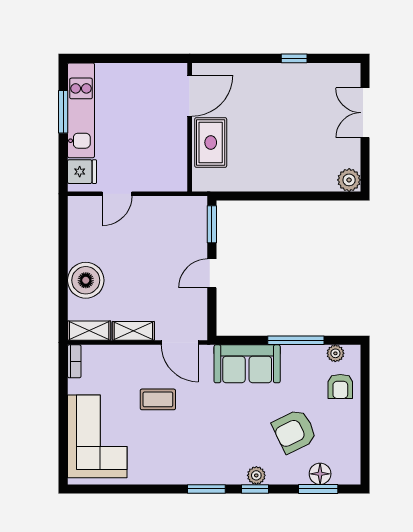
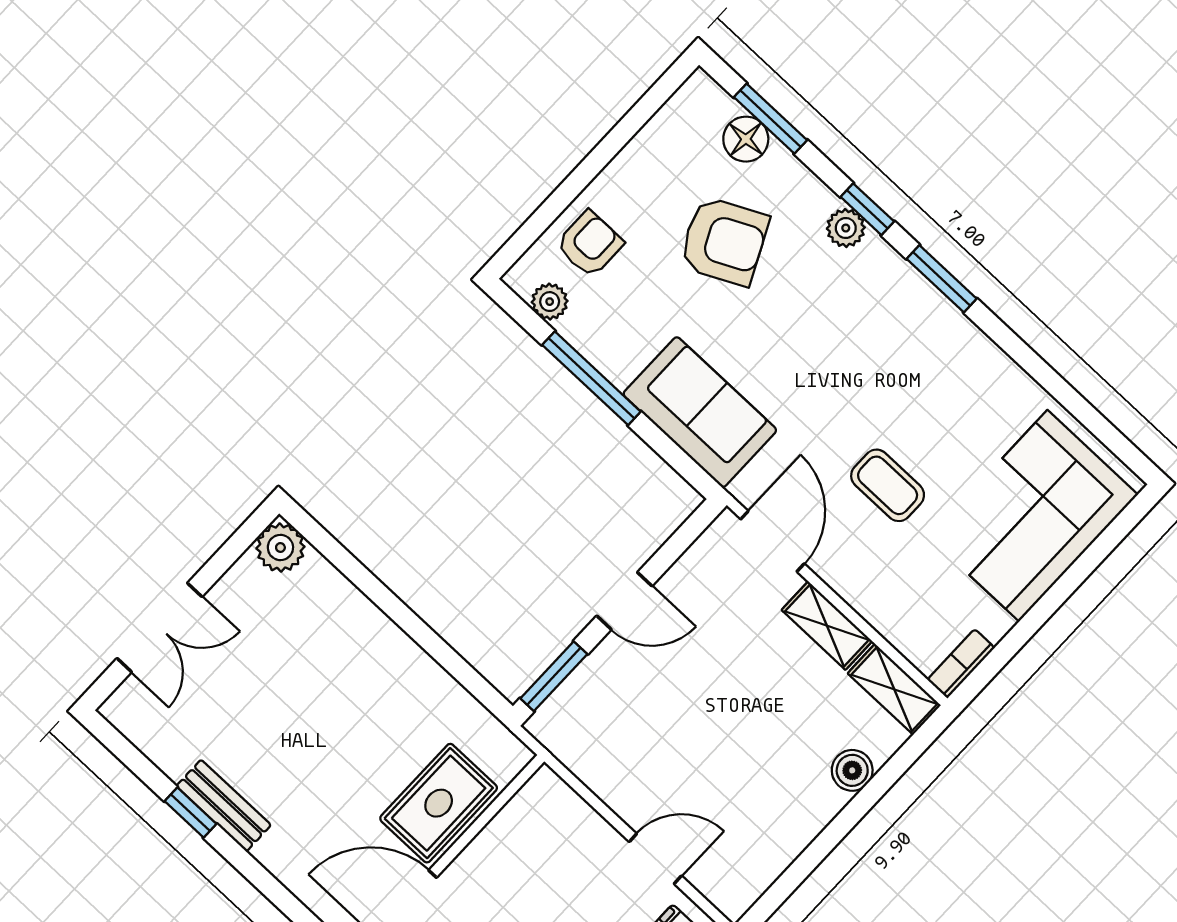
bench: (285, 72) -> (224, 806), added
boiler: (86, 280) -> (852, 770), width x0.54, depth x0.54

